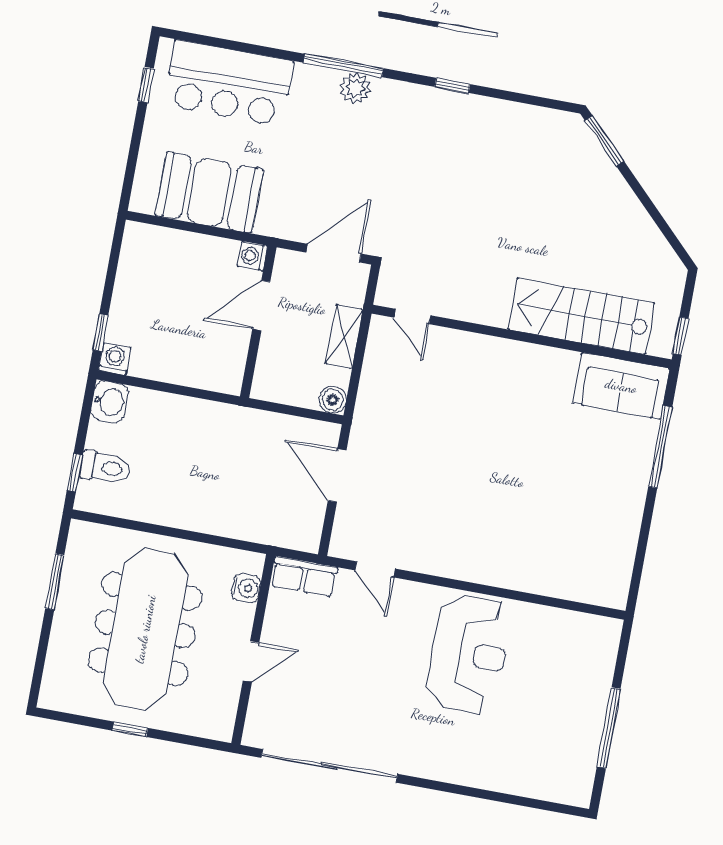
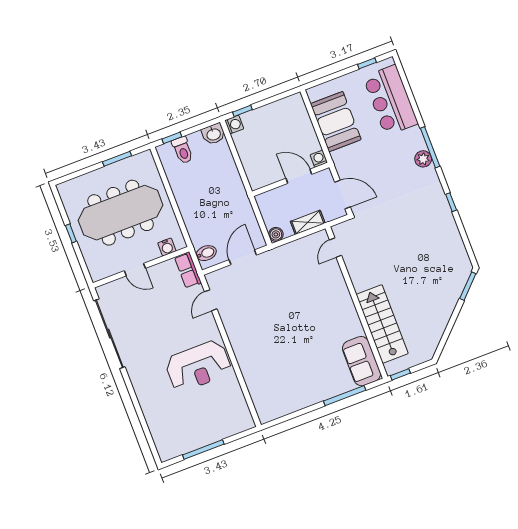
bidet: (294, 530) -> (206, 253), added

